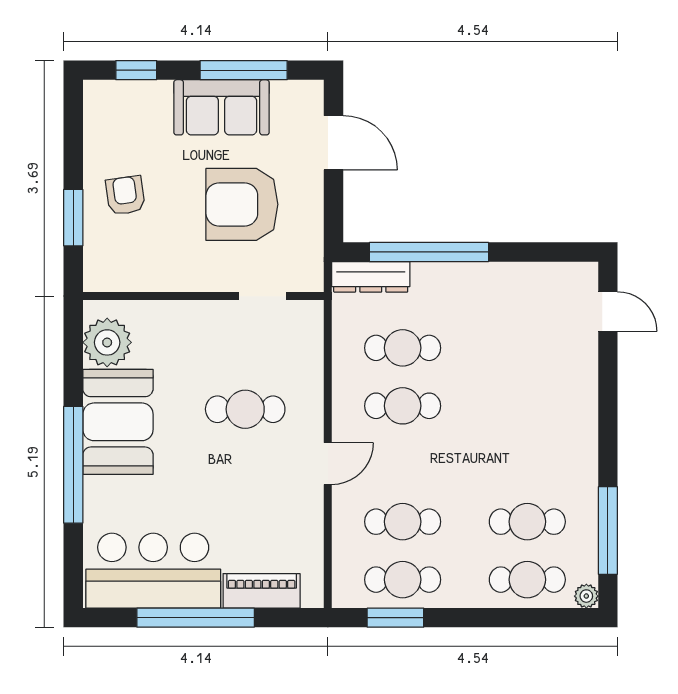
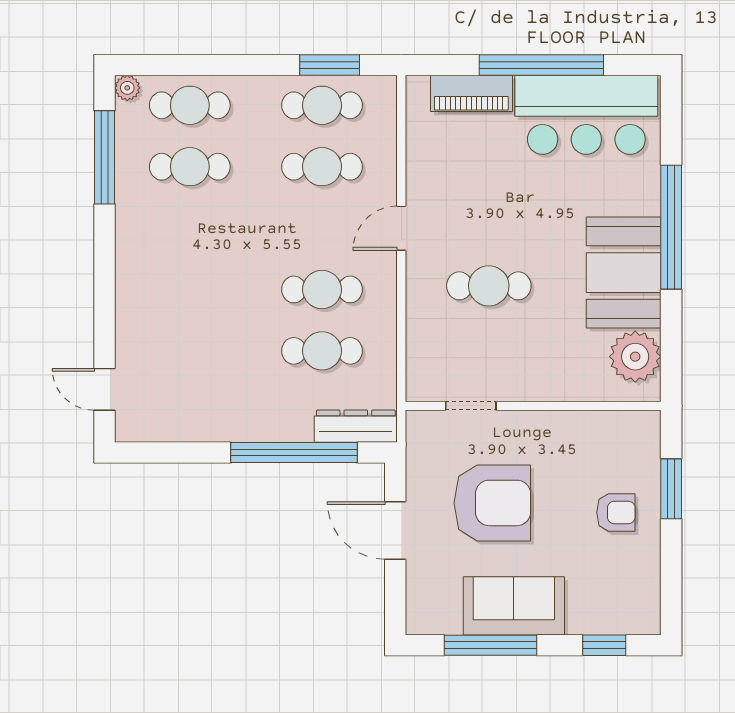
door: (334, 143) -> (395, 530), moved
armchair: (125, 195) -> (616, 512), turned -82

